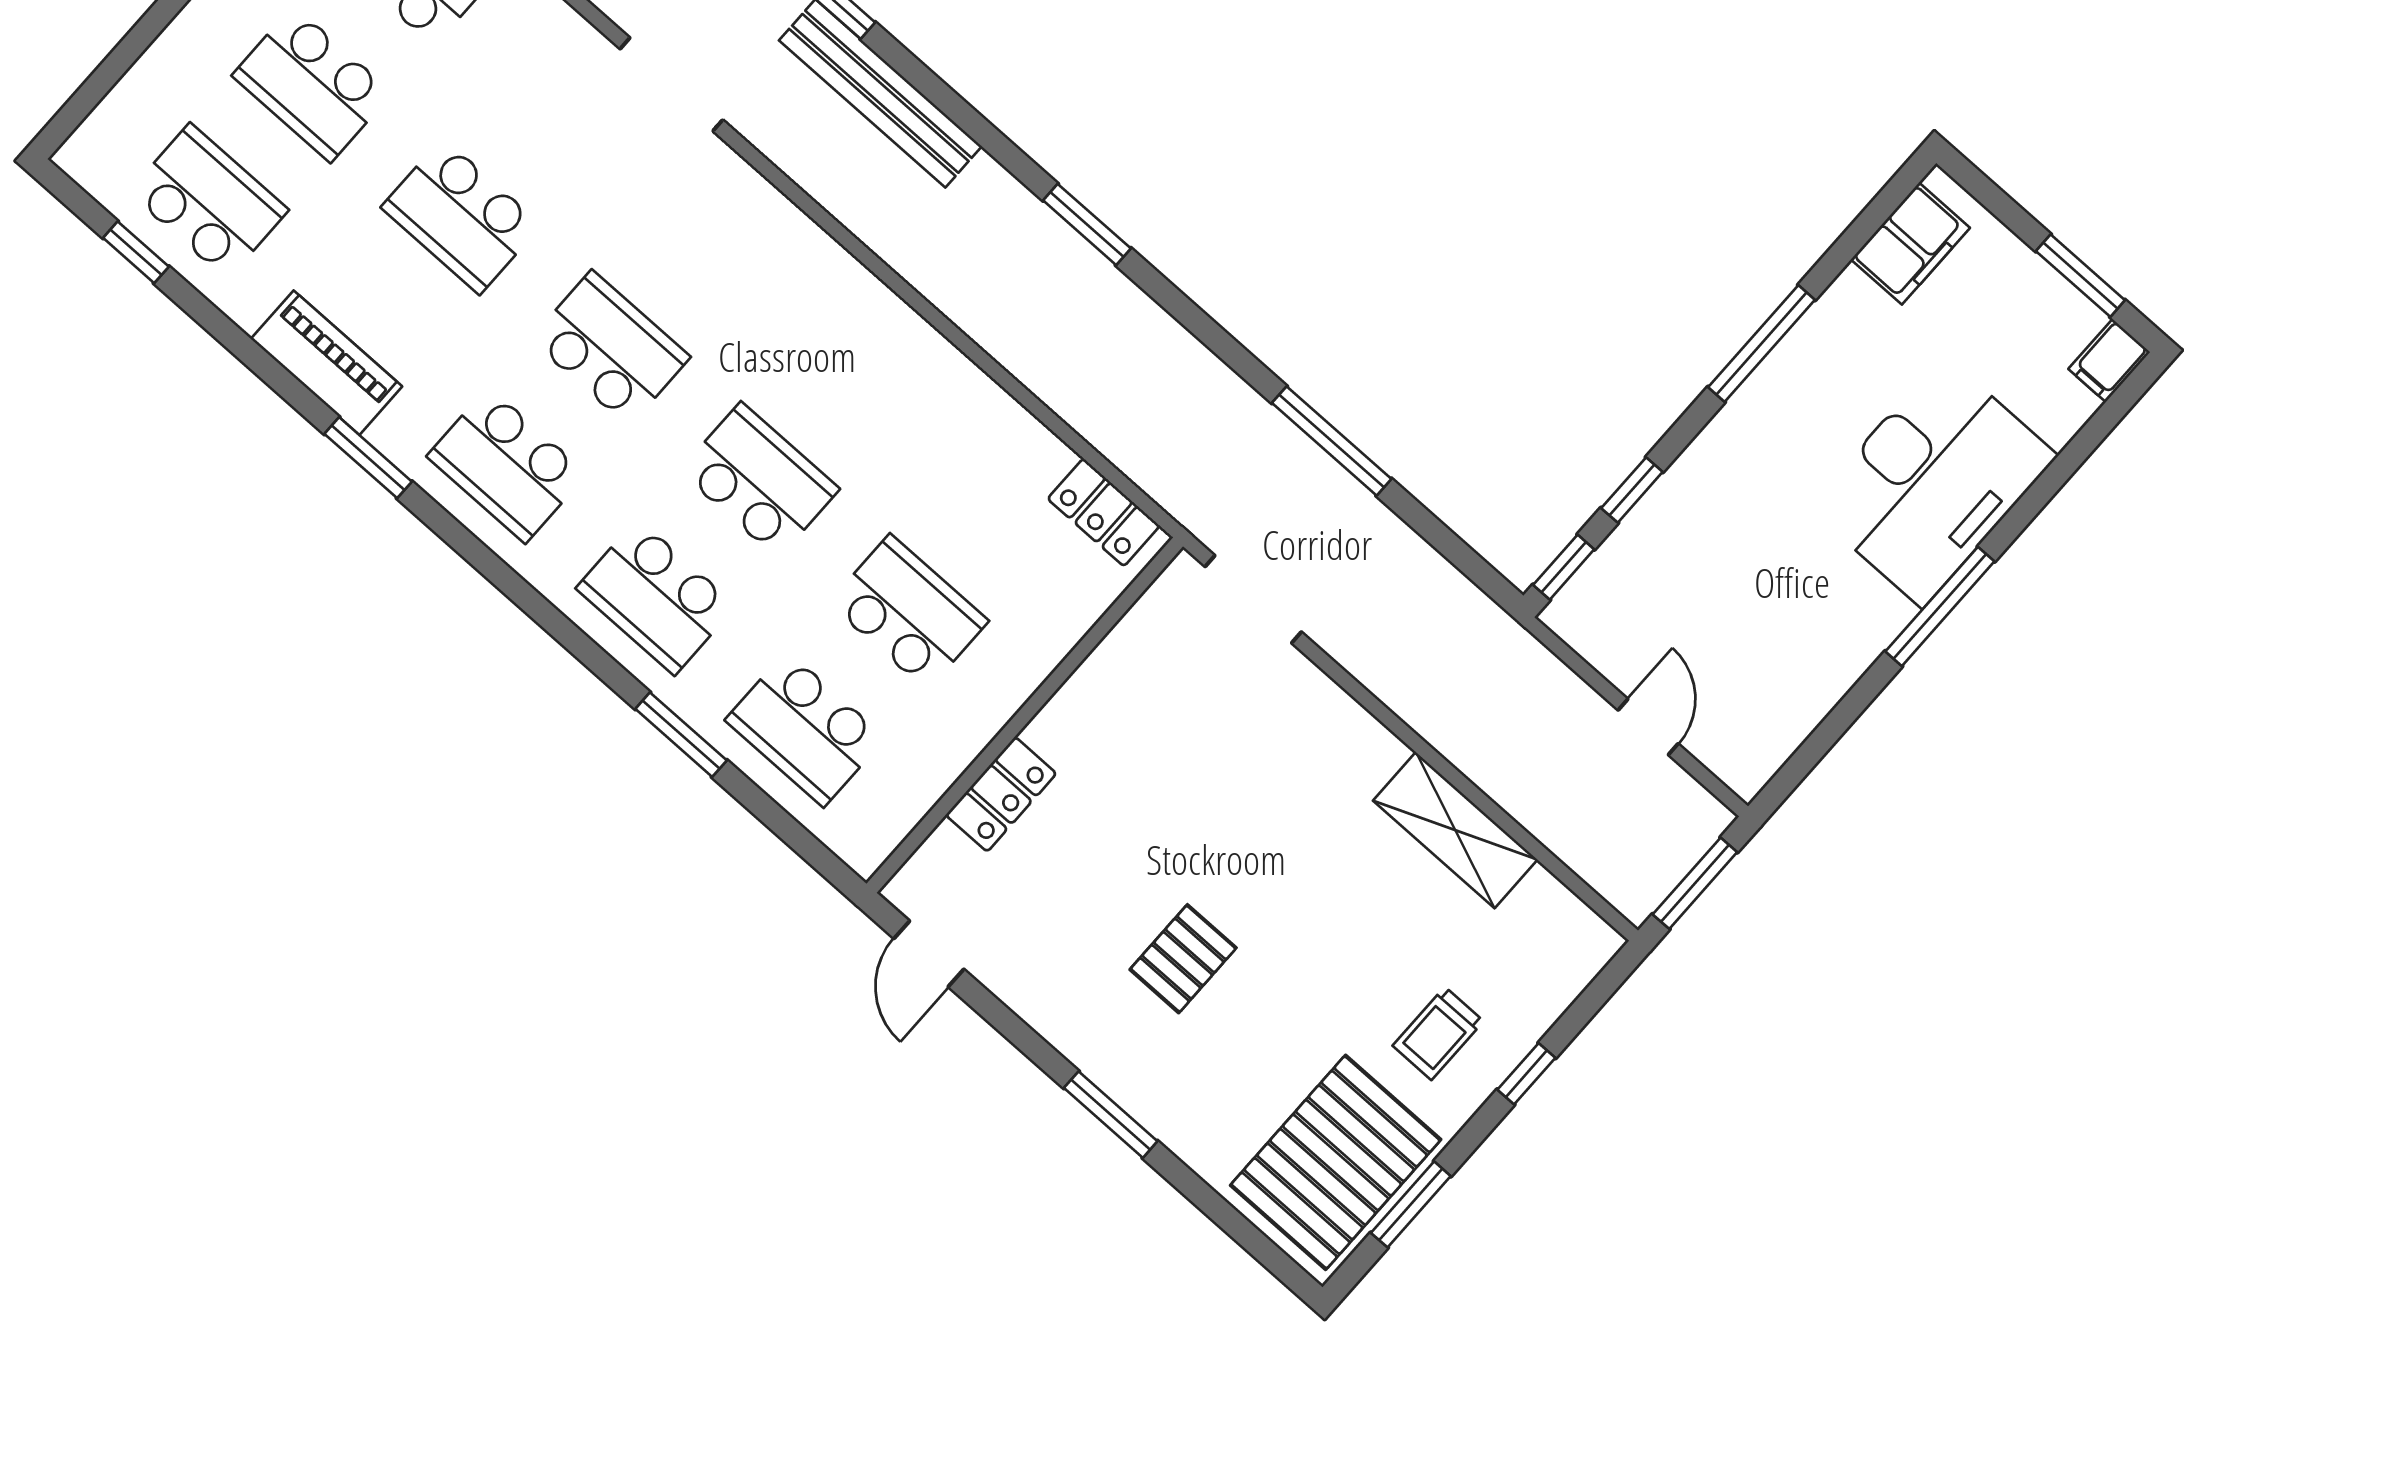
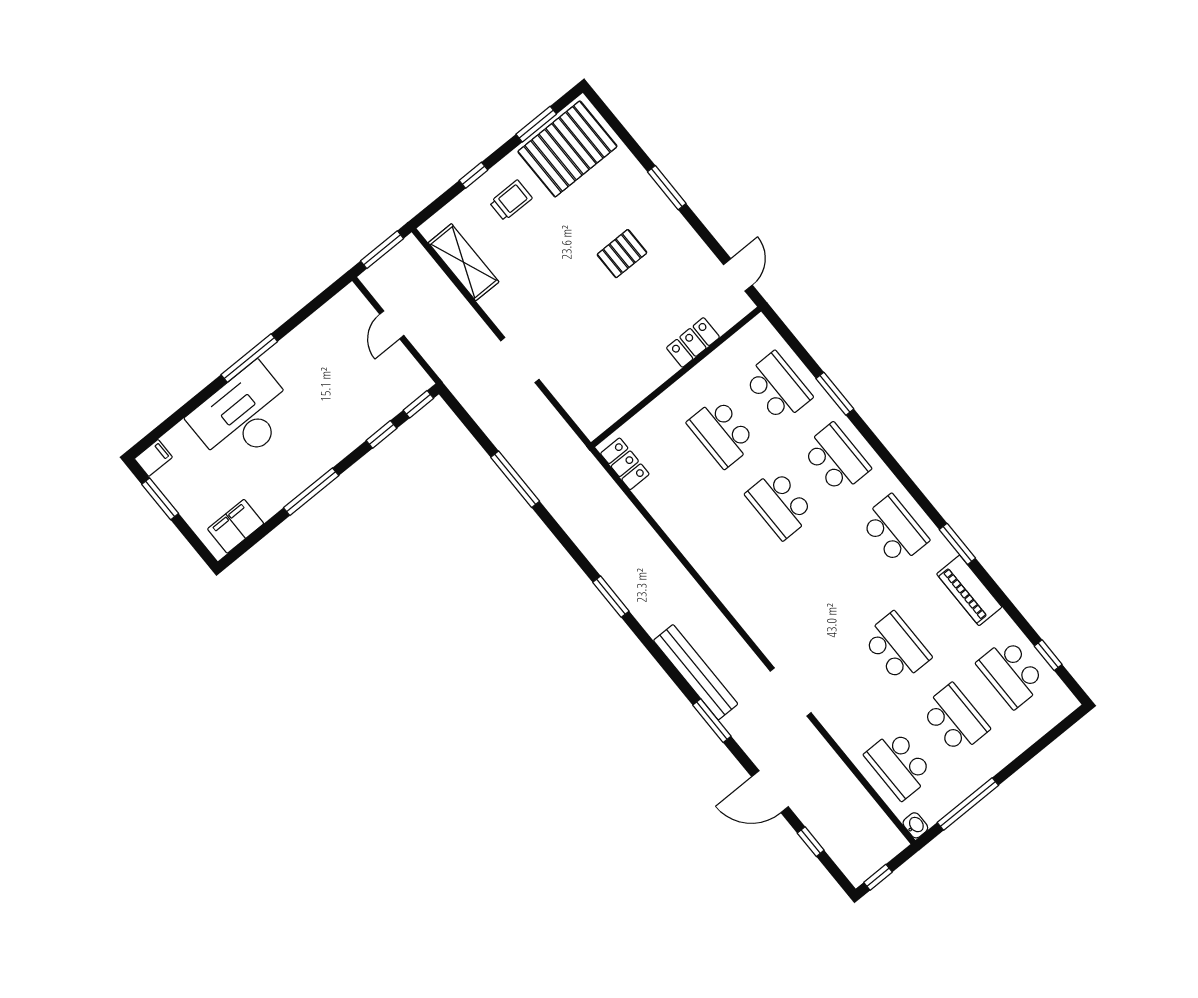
school desk: (610, 348) -> (838, 576), removed
doorway: (1253, 599) -> (520, 360), moved
shelving: (1455, 830) -> (464, 262), moved

